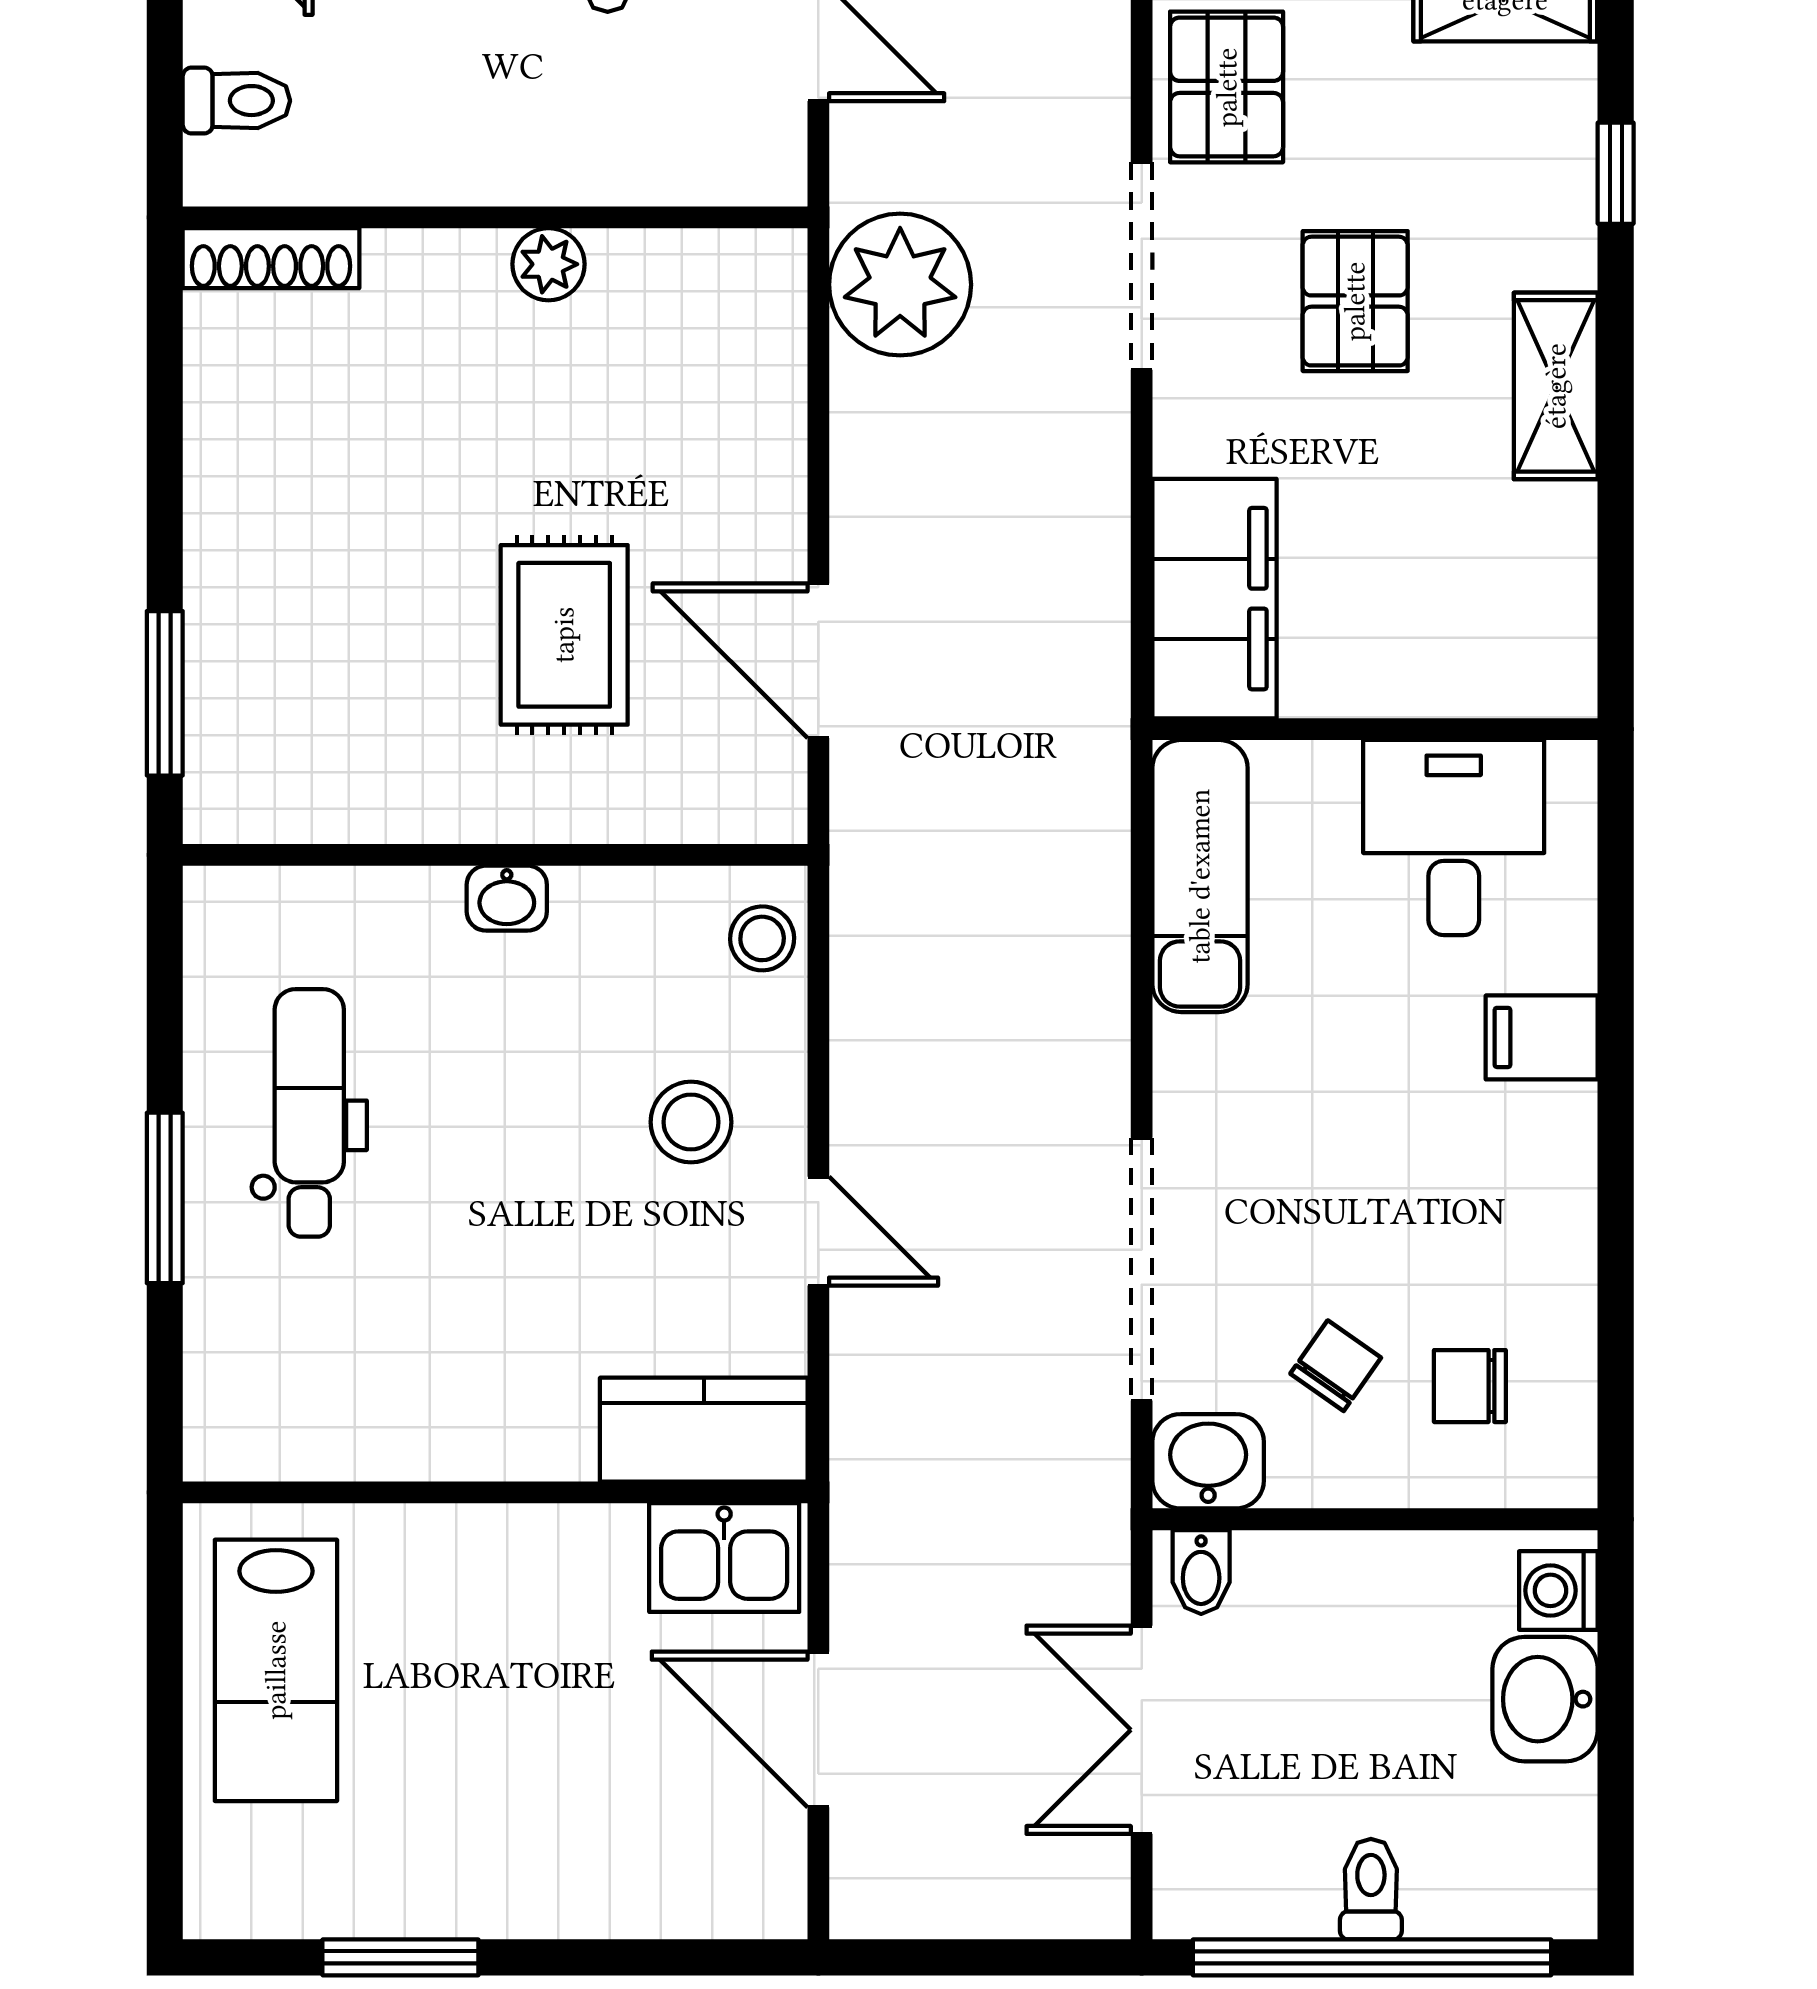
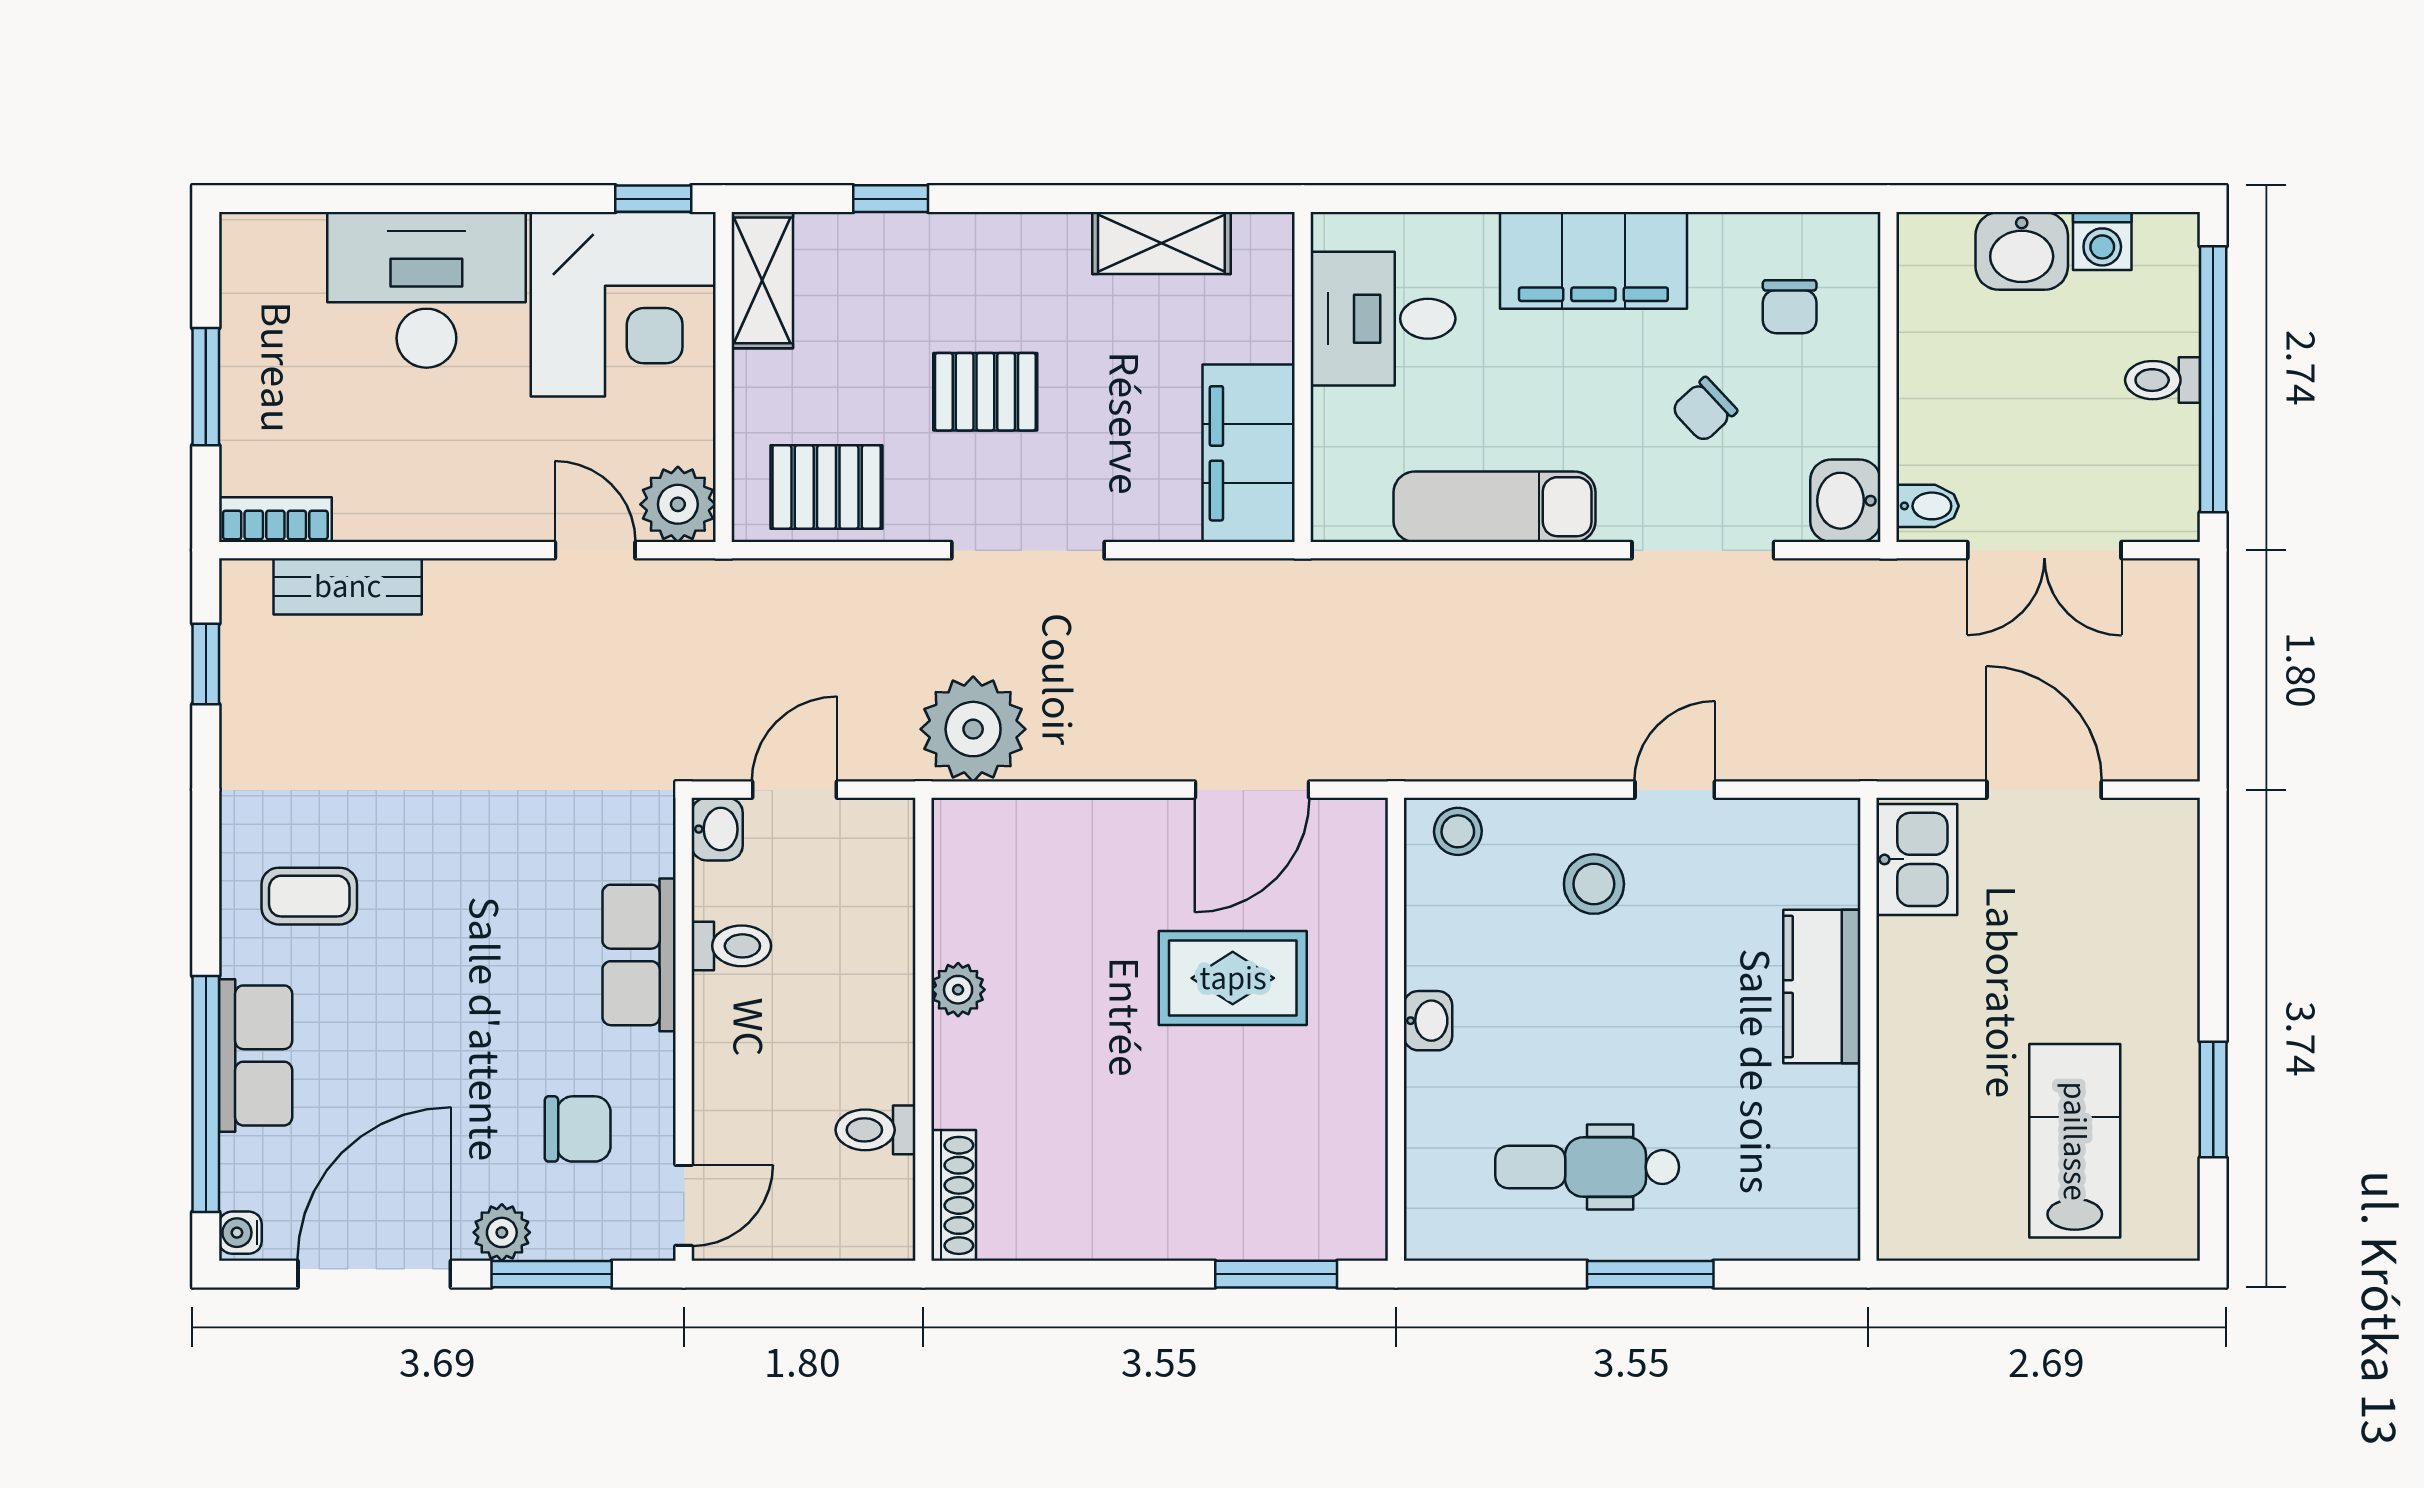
toilet: (236, 101) -> (876, 1130), moved, turned -90
doorway: (1142, 266) -> (1028, 550), moved
shelving: (1556, 386) -> (1161, 243), moved
filing cabinet: (1214, 599) -> (1249, 453), moved, turned -90
exam couch: (1200, 876) -> (1495, 507), moved
filing cabinet: (1542, 1037) -> (1593, 260), width x3.00, depth x1.17
doorway: (1142, 1269) -> (1703, 550), width x0.73
chair: (1336, 1366) -> (1704, 410), moved, turned -78
kitchen counter: (704, 1430) -> (1822, 986), moved
washing machine: (1558, 1590) -> (2102, 241), moved
lab bench: (276, 1670) -> (2075, 1141), moved, turned -90
door: (818, 1729) -> (2044, 790), swing flipped

